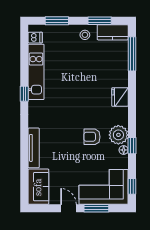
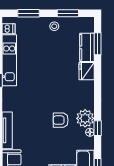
kitchen counter: (113, 32) -> (87, 47), moved, turned 90
window: (132, 54) -> (98, 44), width x0.69
fridge: (120, 97) -> (87, 71), moved

